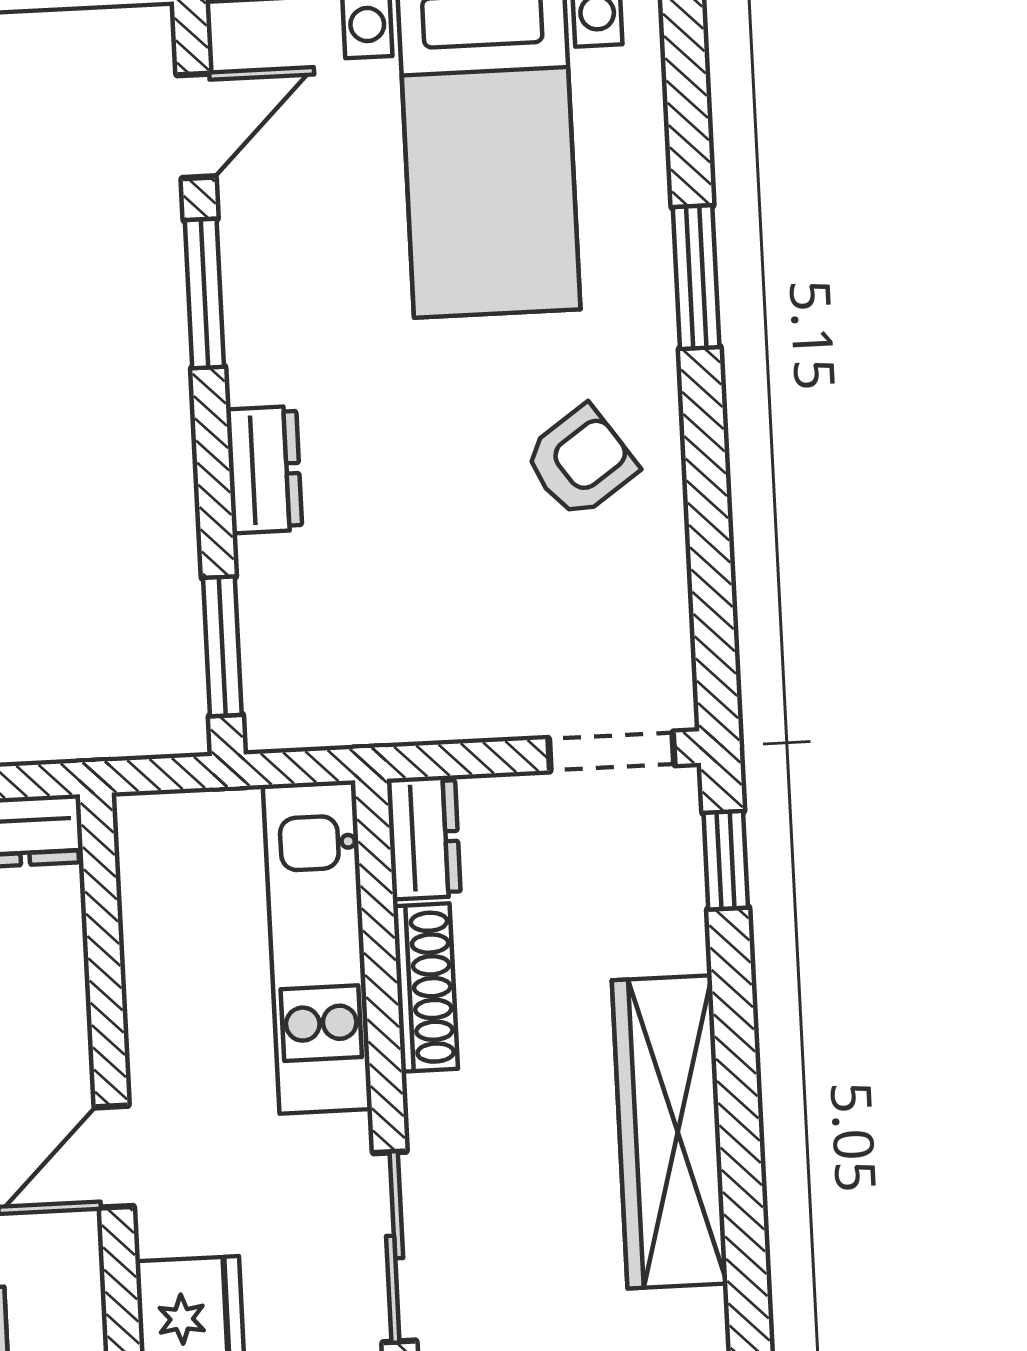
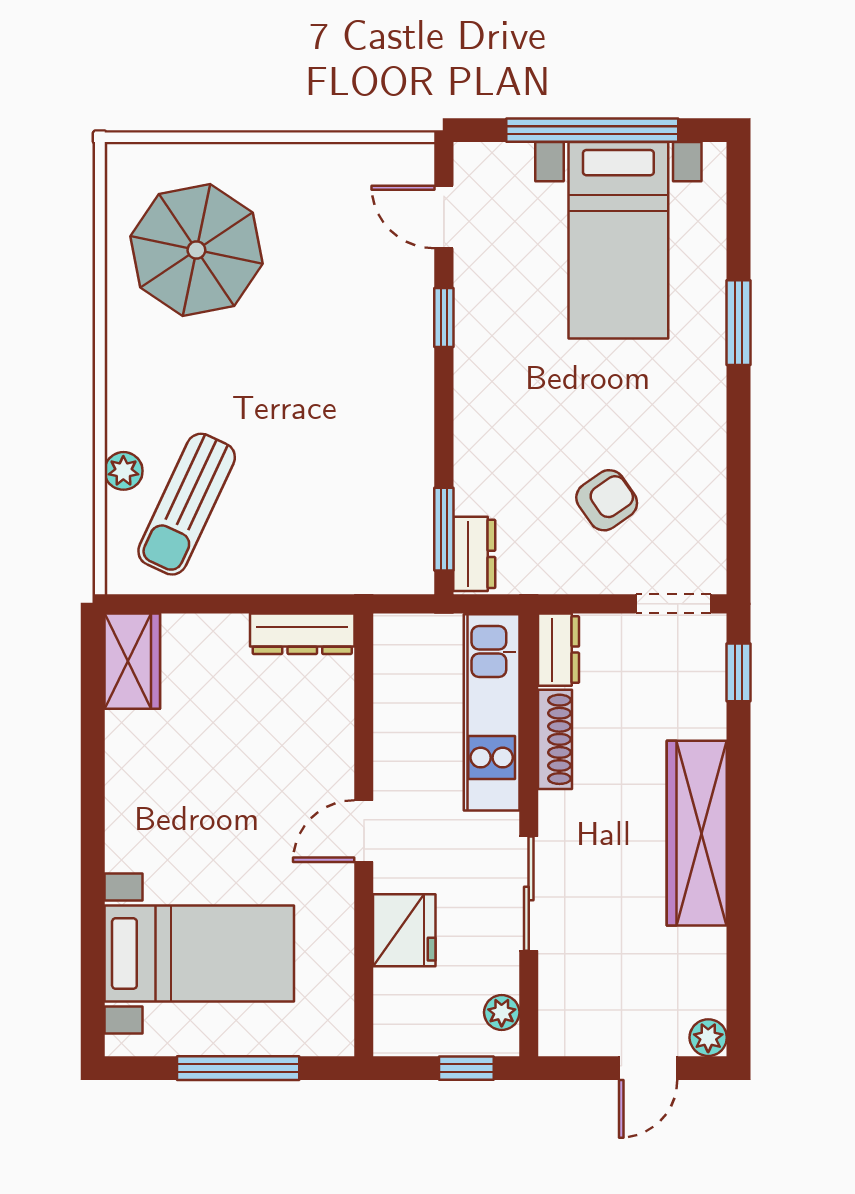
door: (196, 126) -> (444, 217), swing flipped
window: (204, 294) -> (444, 318), width x0.67
armchair: (581, 462) -> (607, 500), moved
dresser: (264, 470) -> (474, 554), moved

